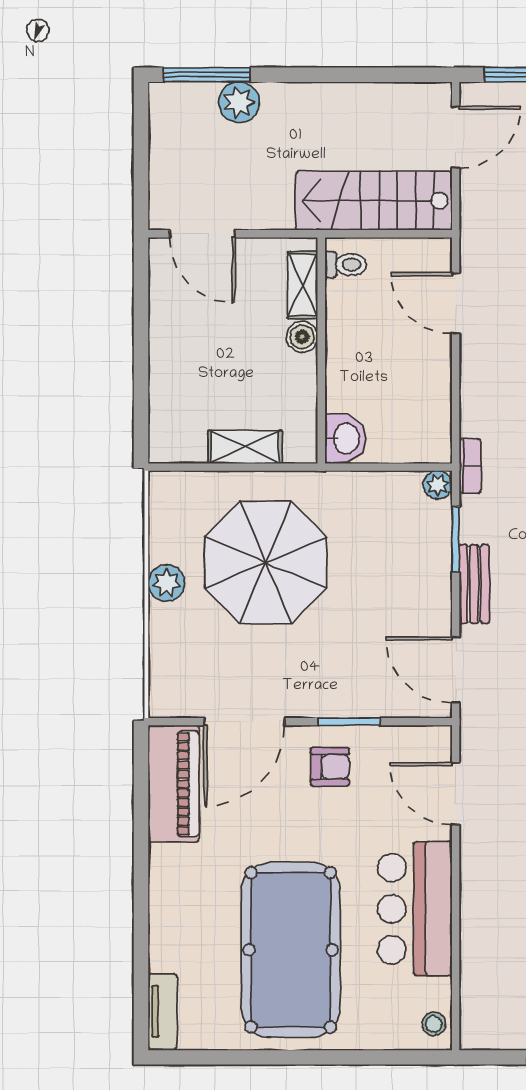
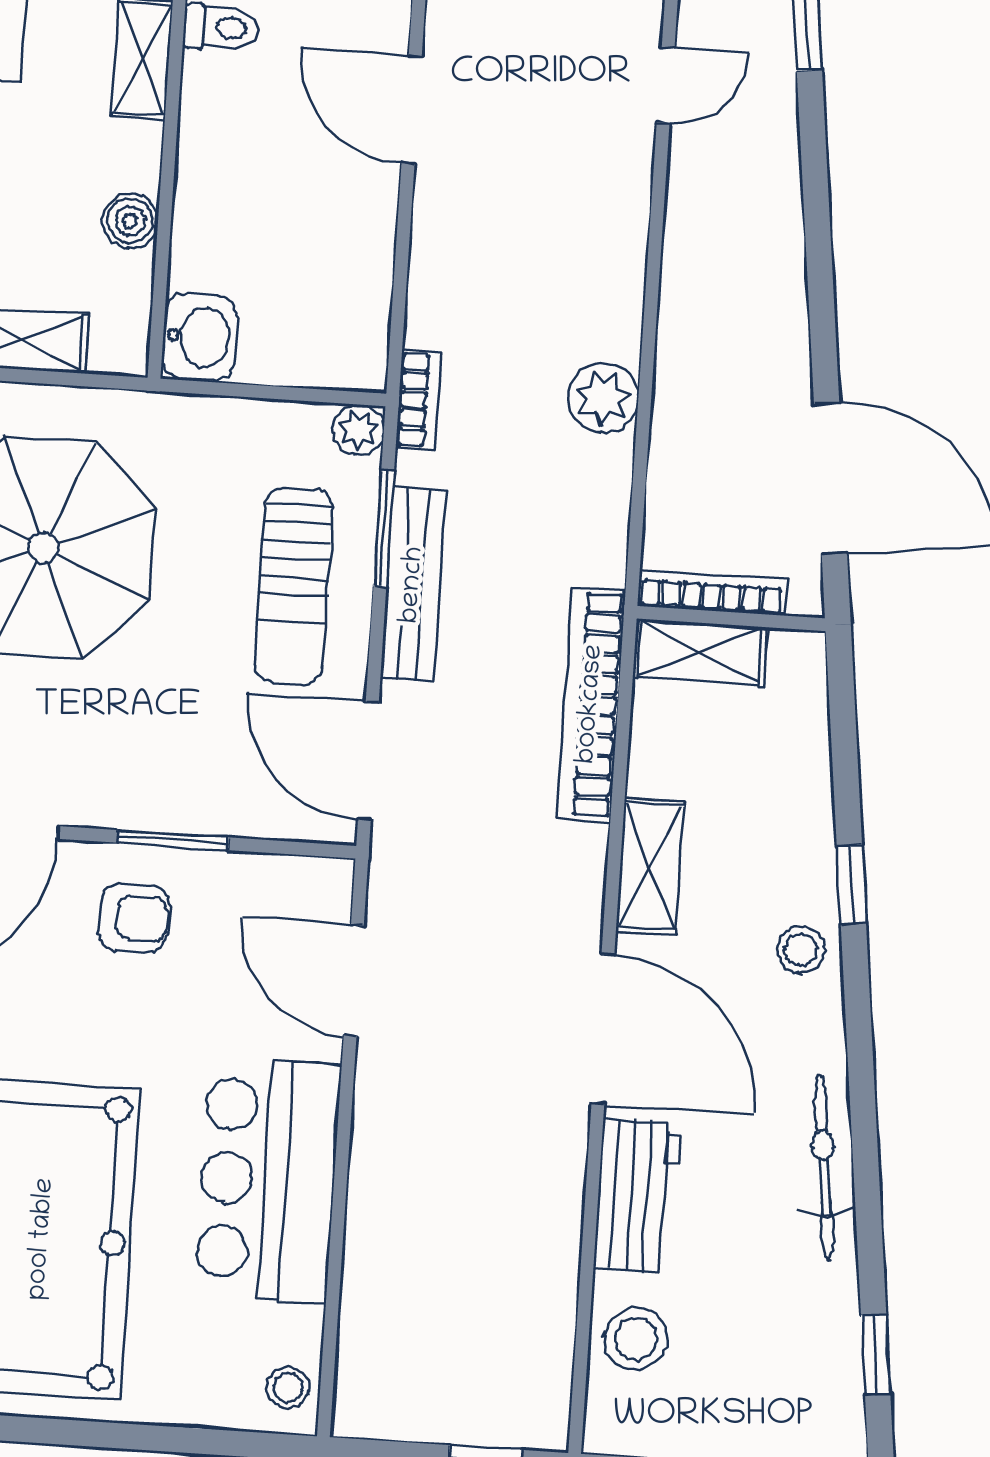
boiler: (302, 337) -> (130, 221), moved
sun lounger: (407, 575) -> (294, 586), added
bench: (474, 584) -> (413, 585), width x1.36

